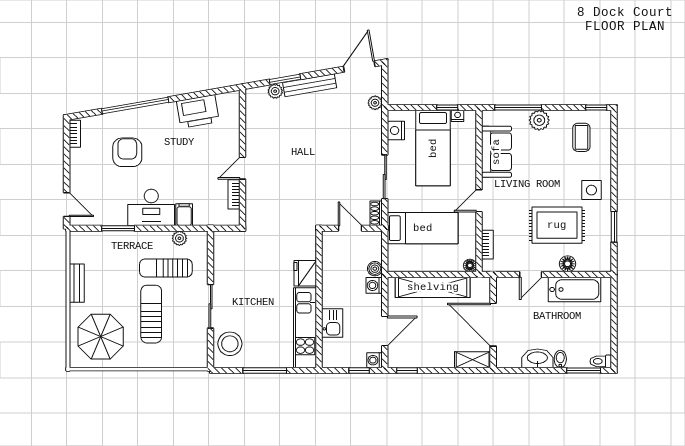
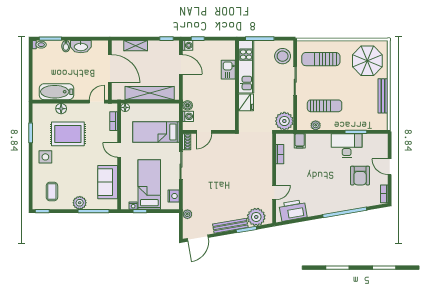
plant: (275, 91) -> (256, 217), width x1.88, depth x1.88
printer: (198, 111) -> (293, 210), moved
armchair: (127, 152) -> (360, 176), moved
door: (243, 168) -> (274, 192), moved
door: (479, 201) -> (119, 150), swing flipped
door: (67, 205) -> (390, 167), moved
desk: (151, 207) -> (347, 146), moved
filing cabinet: (184, 215) -> (300, 141), moved
door: (350, 228) -> (204, 132), hinge flipped
plant: (227, 245) -> (284, 121), added
fridge: (305, 273) -> (246, 102), moved
door: (531, 275) -> (97, 102), moved
bench: (77, 283) -> (383, 96), width x1.36
washing machine: (374, 285) -> (188, 116), moved
wall: (319, 299) -> (237, 85), moved
sun lounger: (151, 314) -> (321, 59), moved, turned 90
kitchen sink: (332, 323) -> (228, 70), moved
kitchen unit: (305, 328) -> (246, 67), moved
door: (385, 331) -> (181, 64), swing flipped
shelving: (473, 360) -> (136, 46), moved

